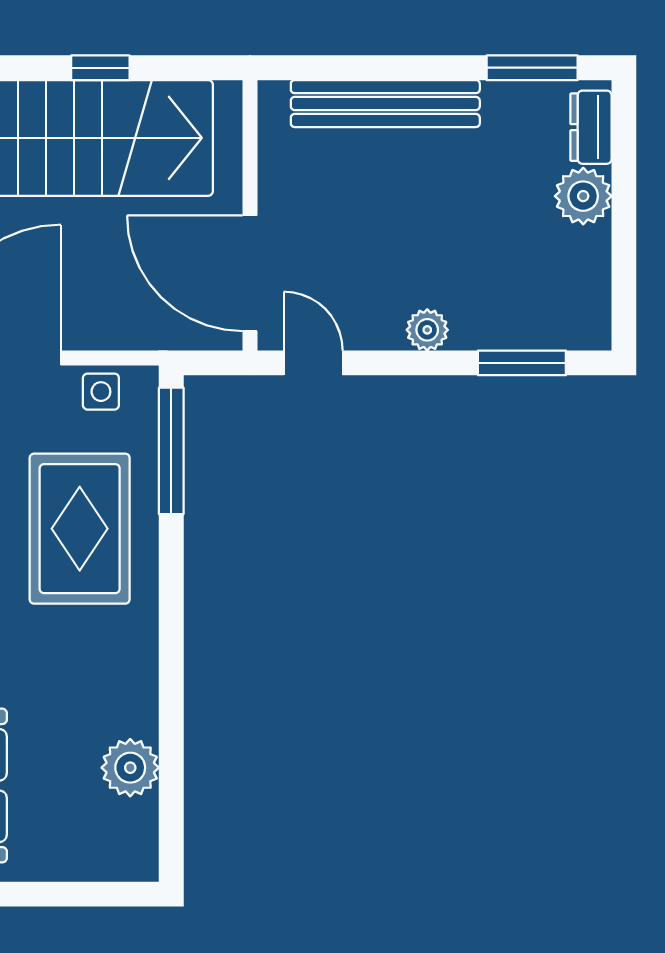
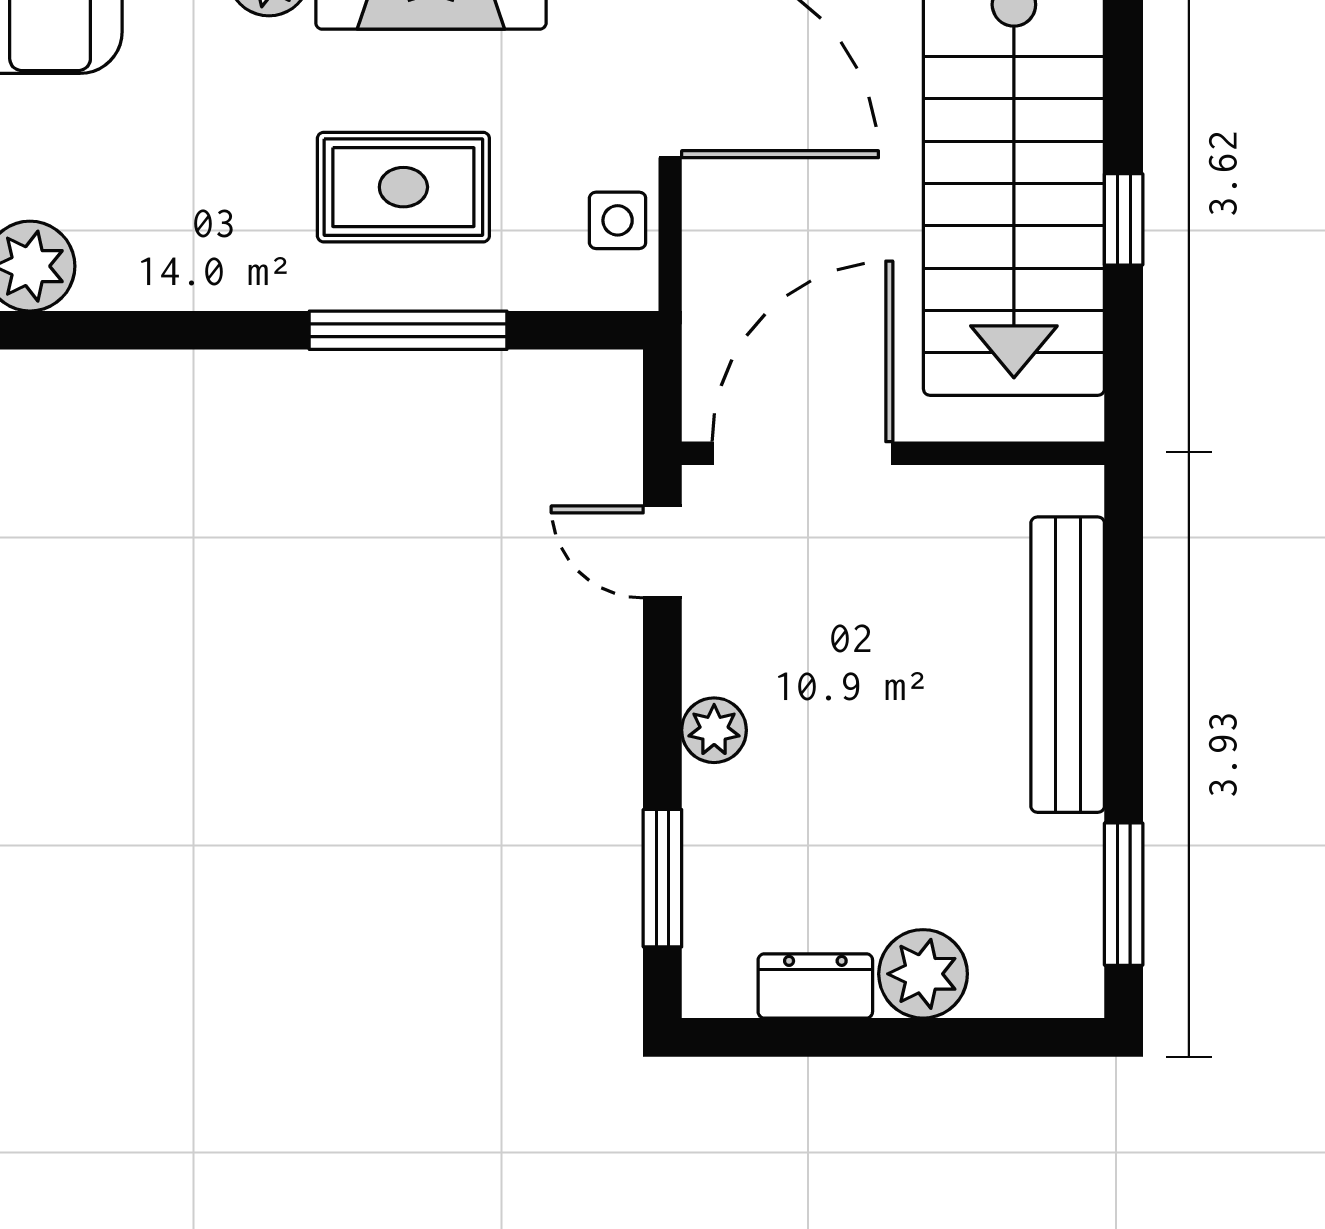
dresser: (591, 127) -> (815, 986), moved
door: (313, 363) -> (662, 552), swing flipped
window: (171, 451) -> (408, 330), moved
rug: (80, 529) -> (403, 187), width x0.73, depth x0.70

